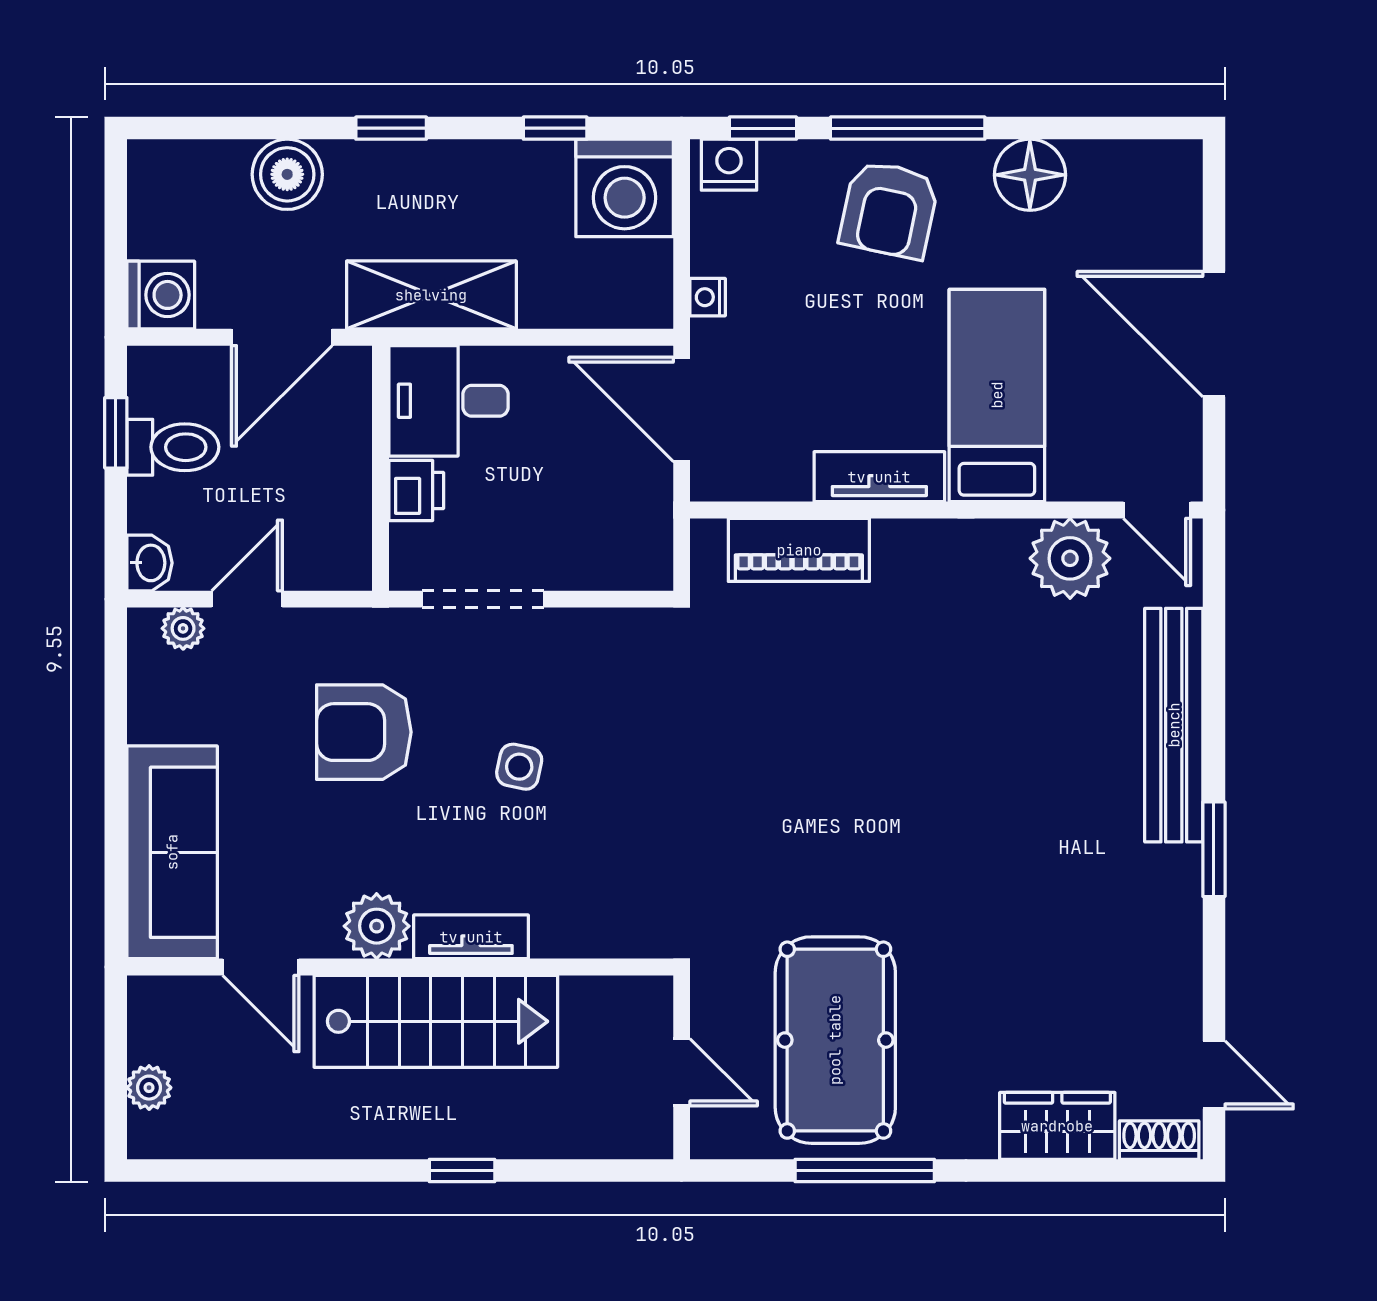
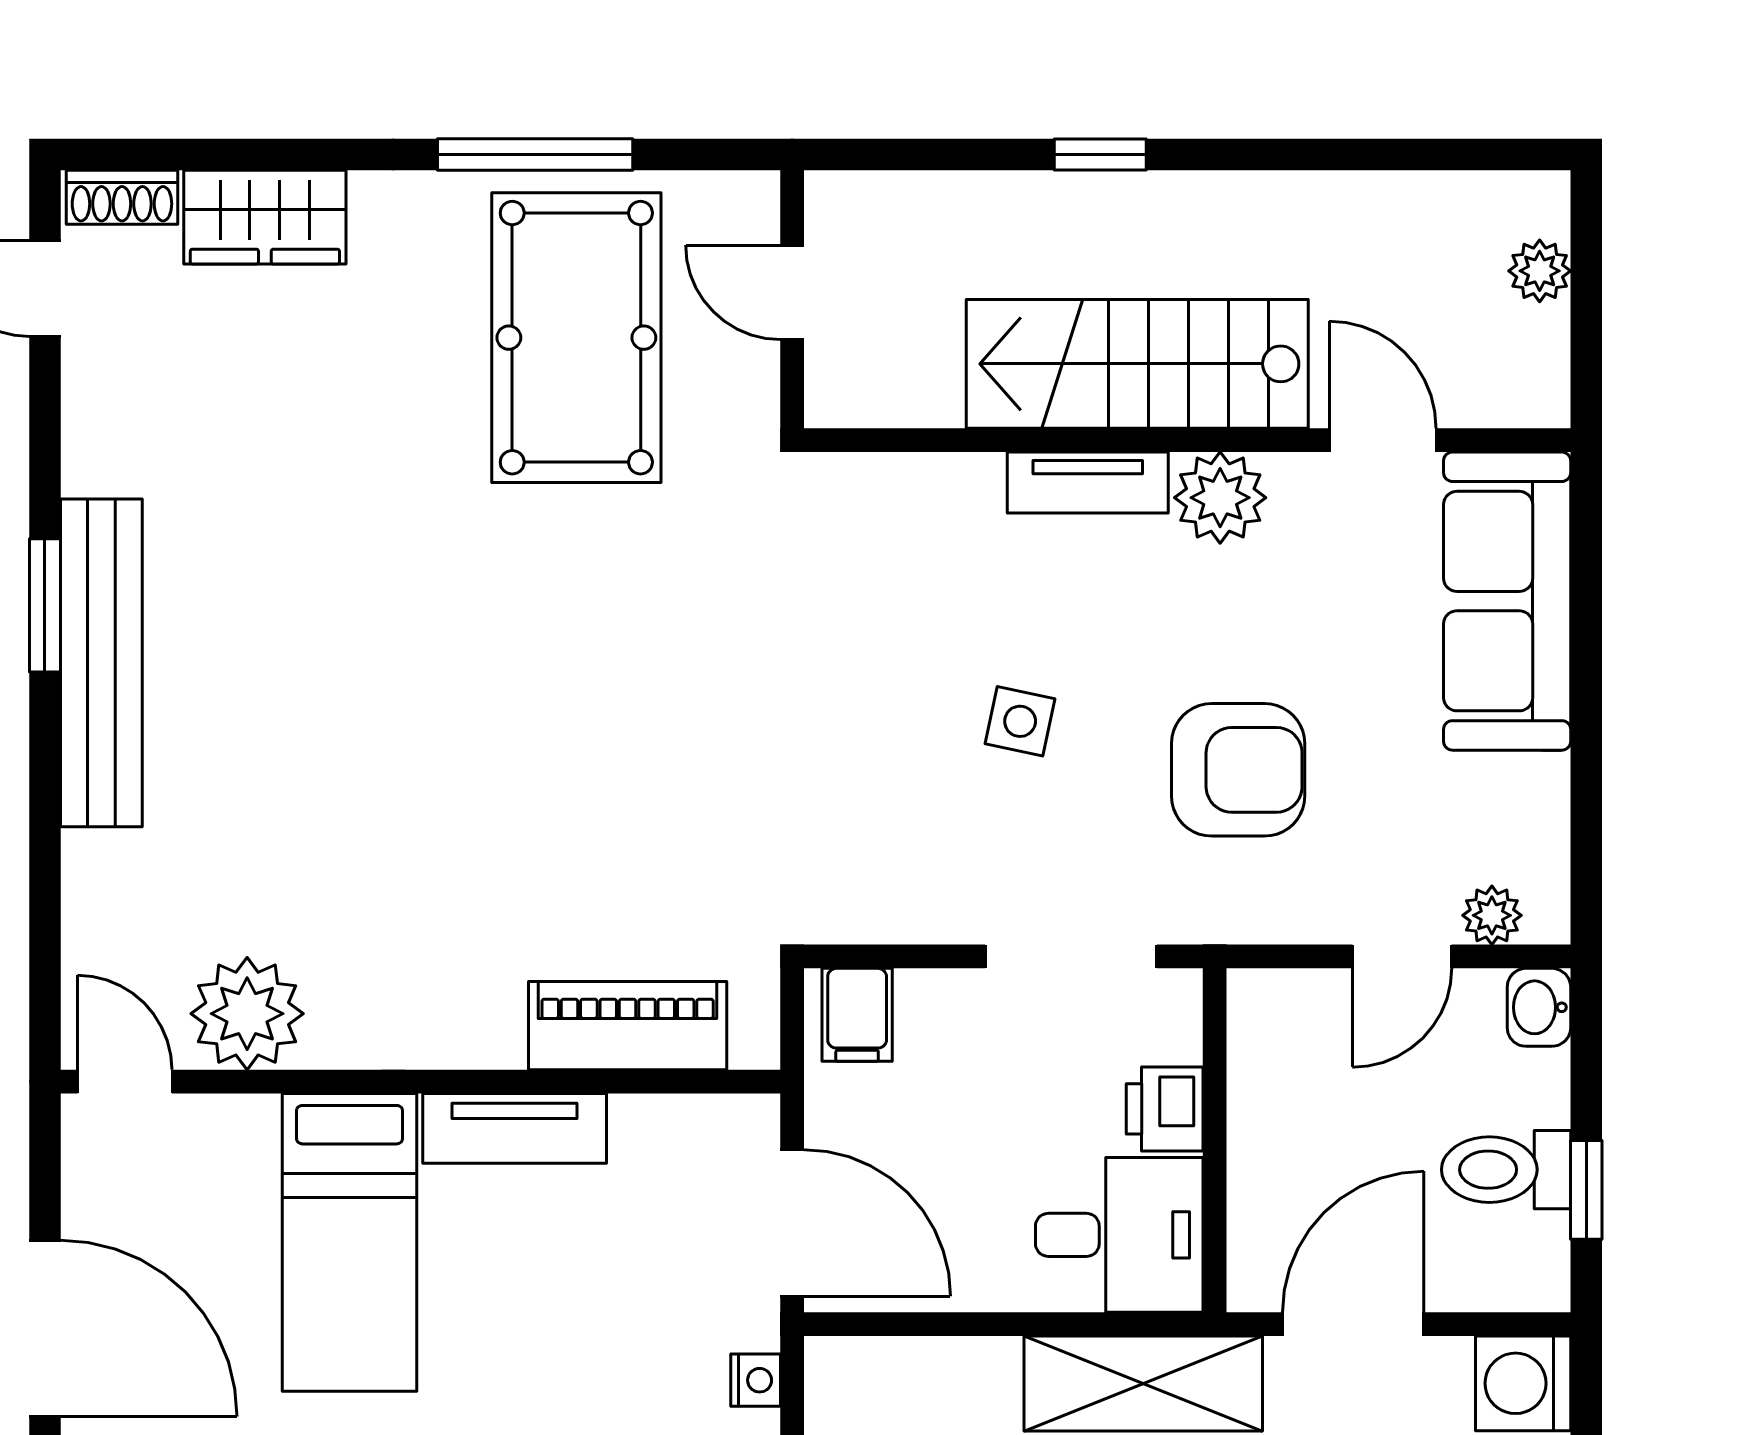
filing cabinet: (635, 558) -> (857, 1015), added
bench: (1174, 725) -> (101, 663), moved

